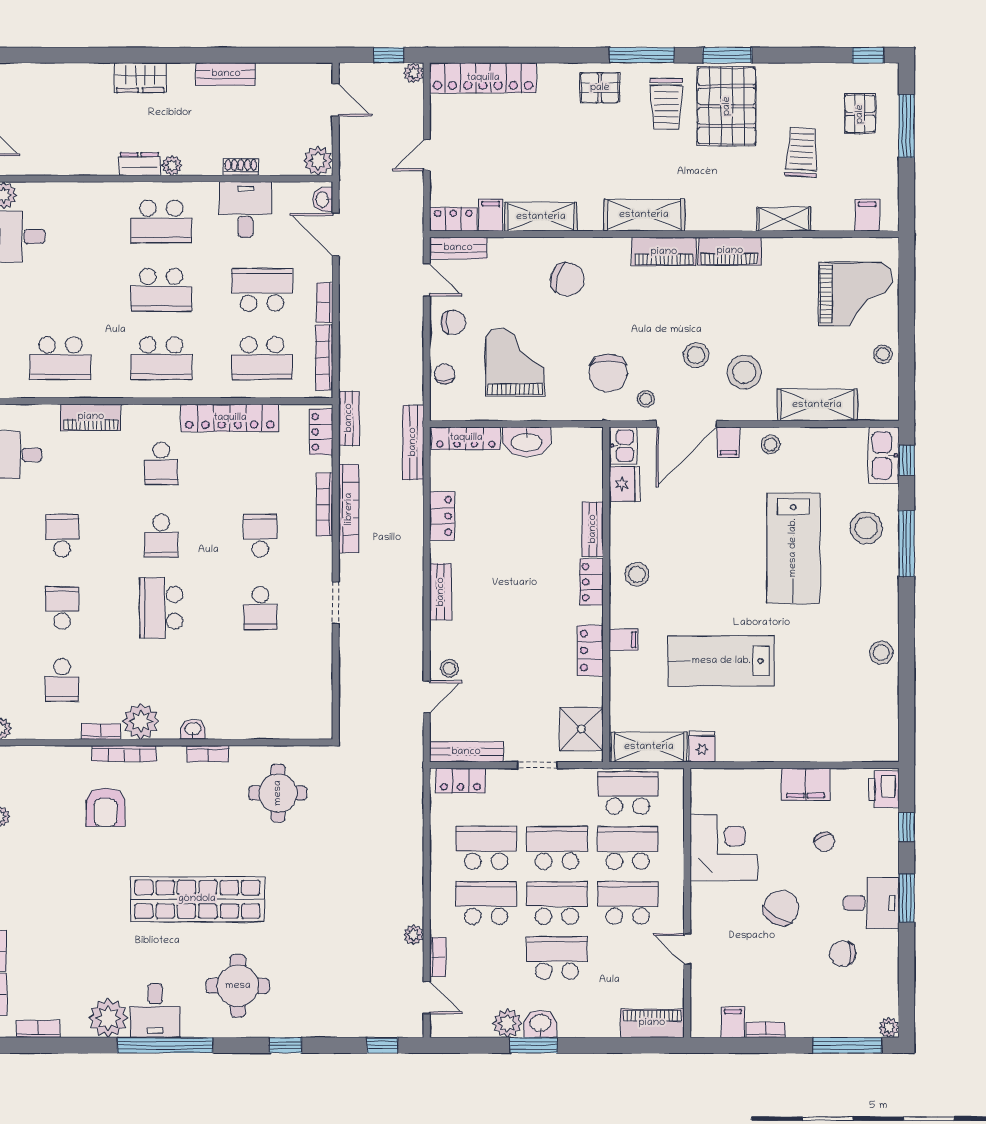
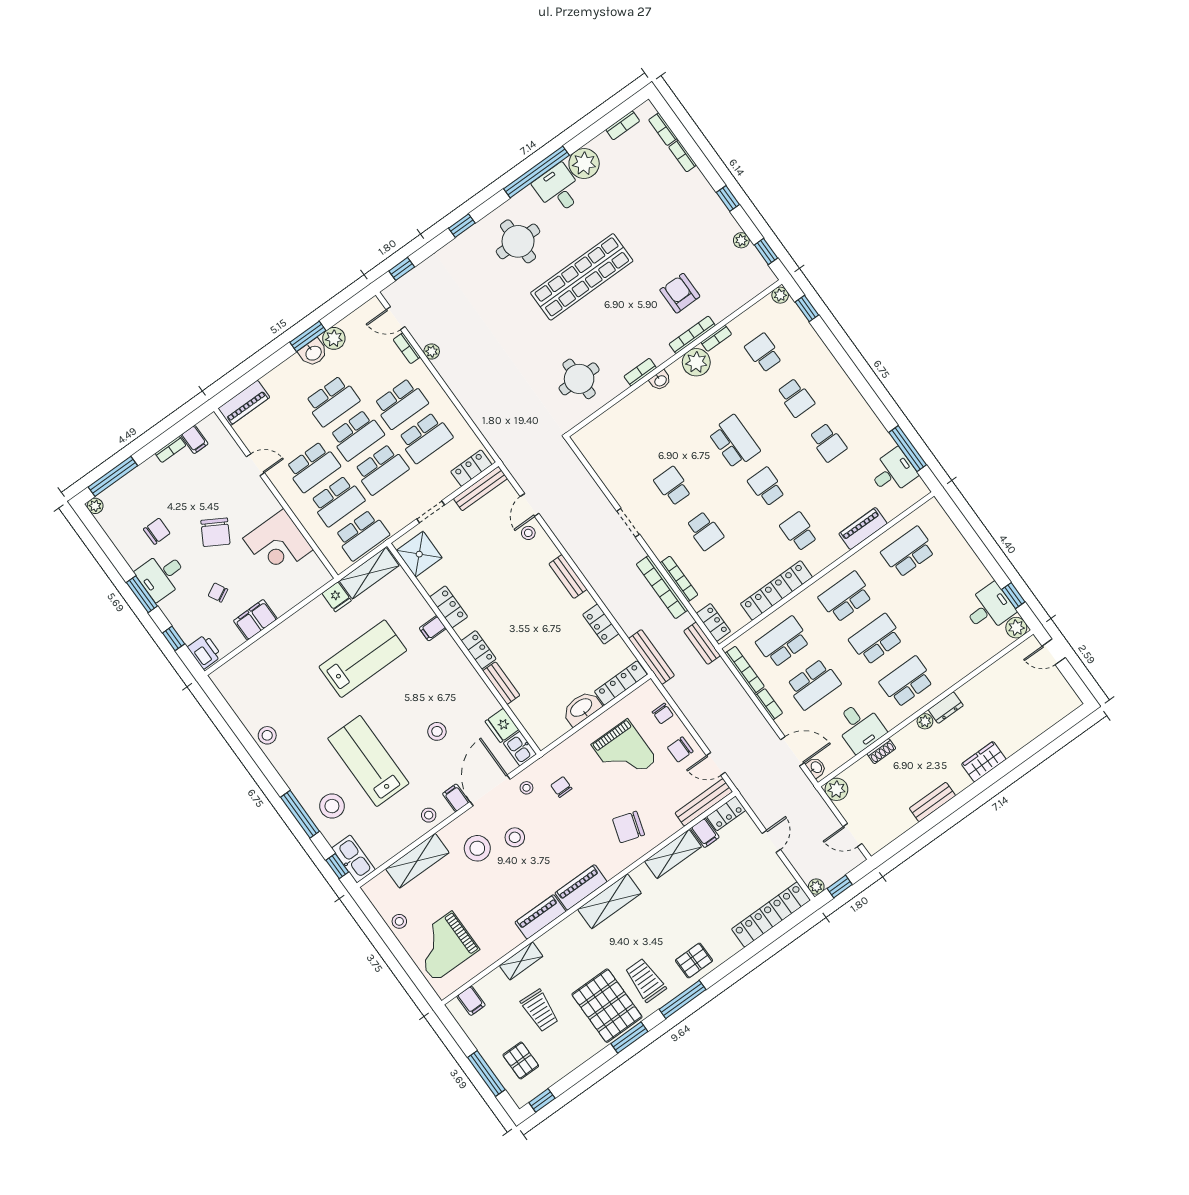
bench: (458, 248) -> (704, 802), width x1.36
chair: (608, 373) -> (561, 787), width x0.54, depth x0.54
stool: (637, 574) -> (437, 731), moved

